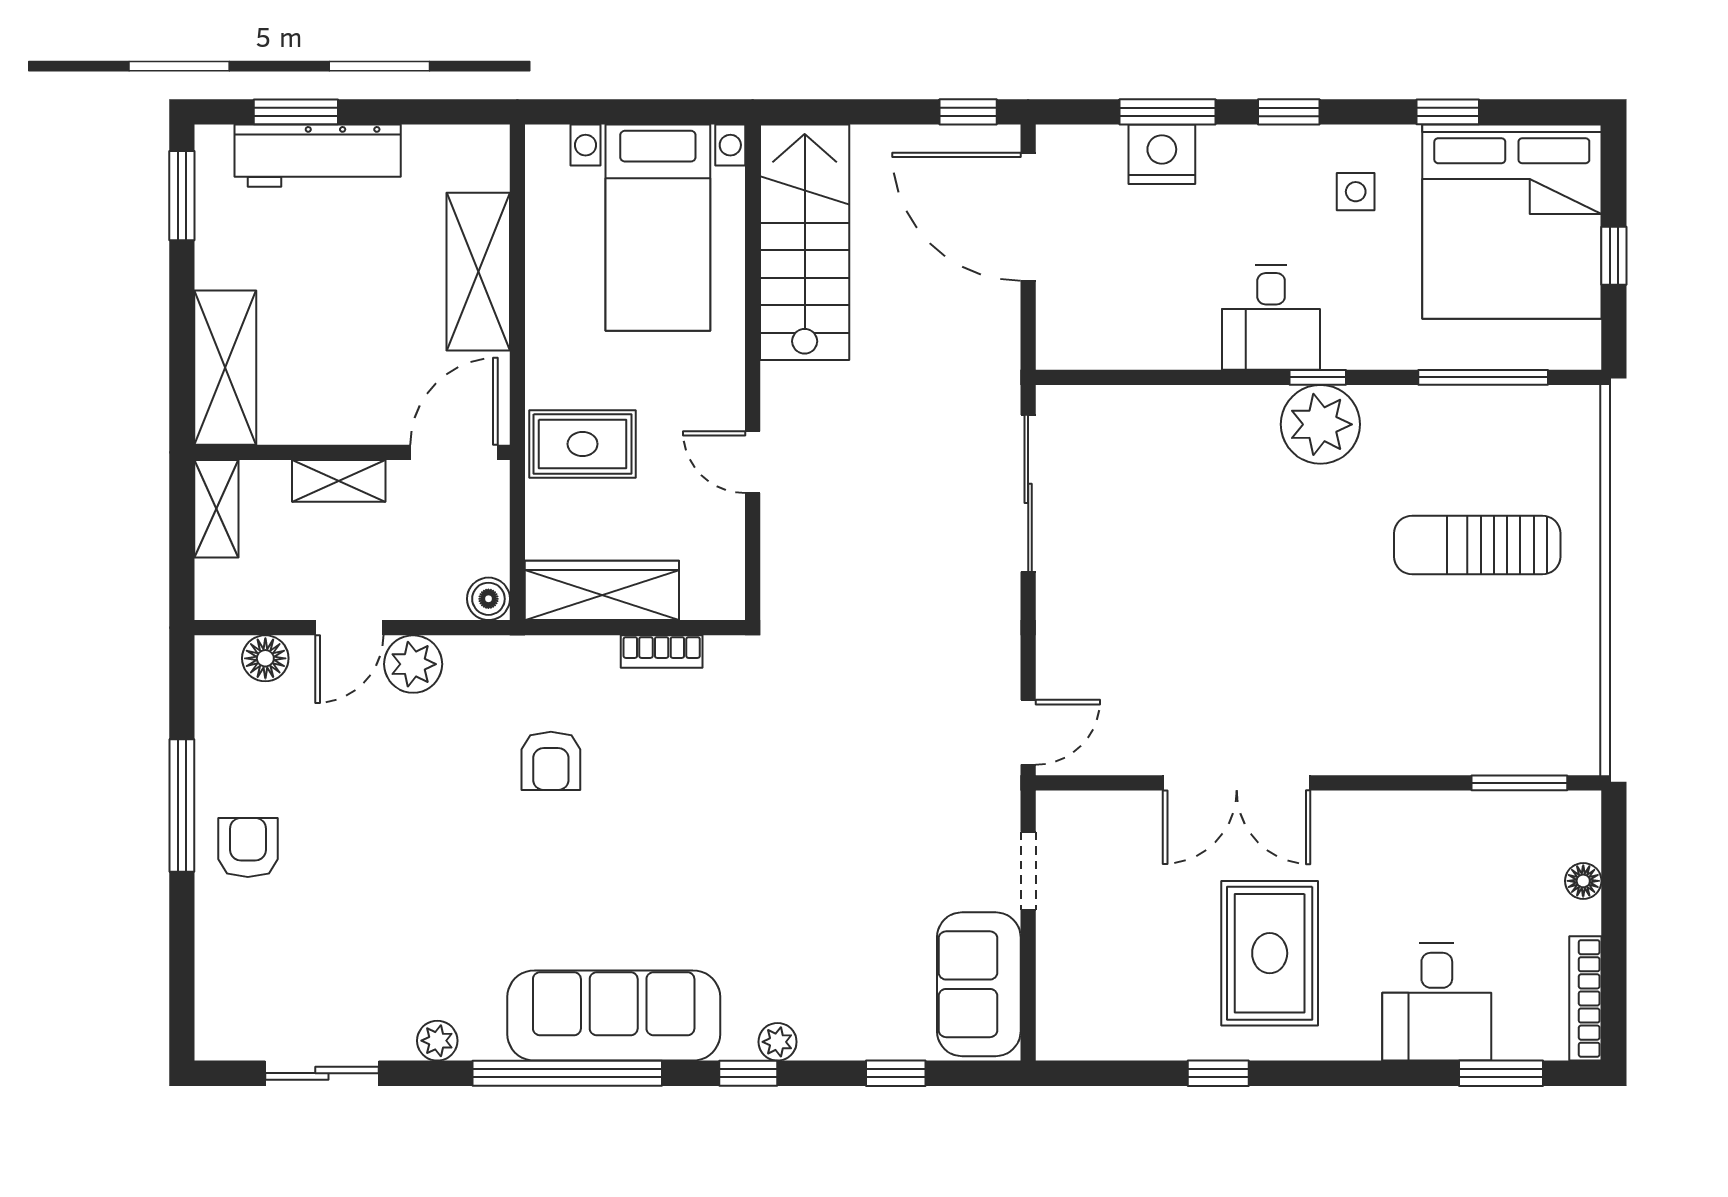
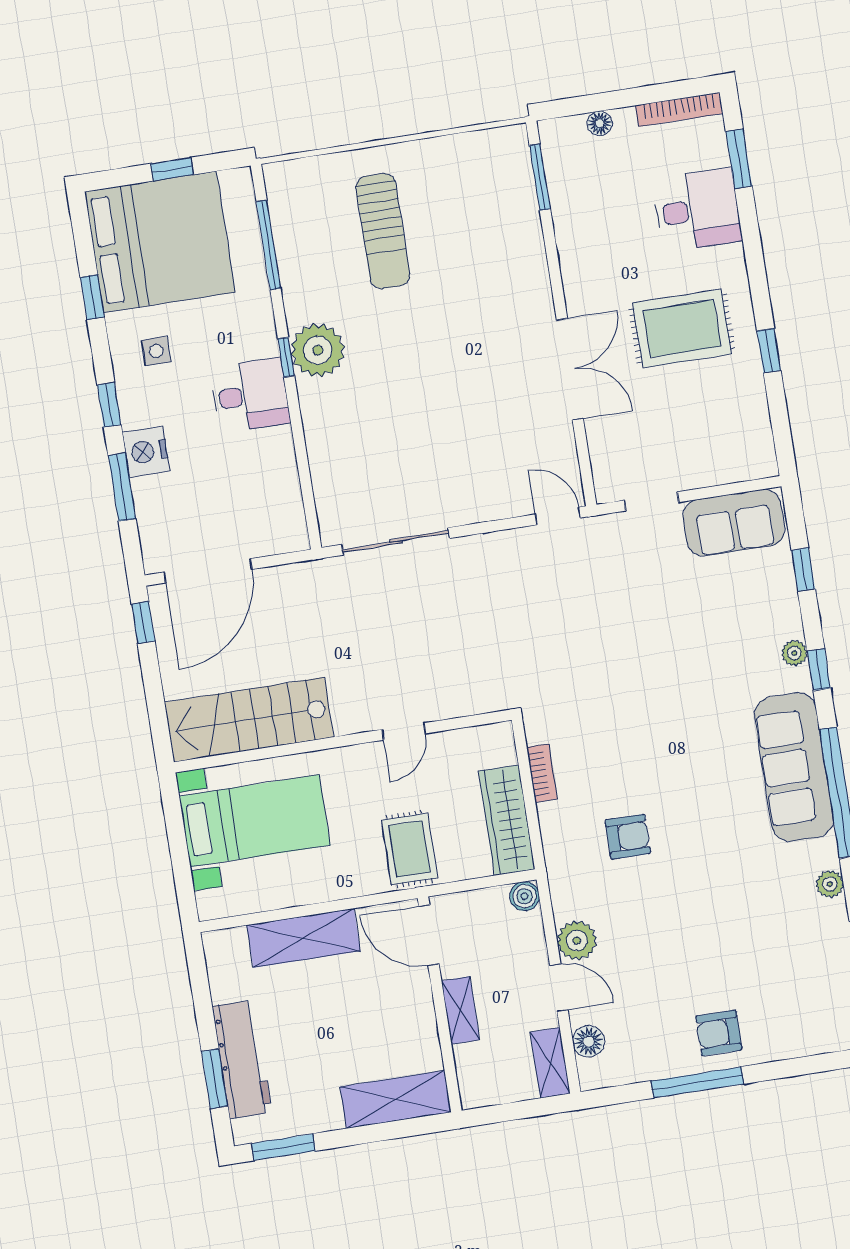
nightstand: (1162, 154) -> (146, 452), moved
shelving: (216, 509) -> (550, 1063), moved, turned 90

